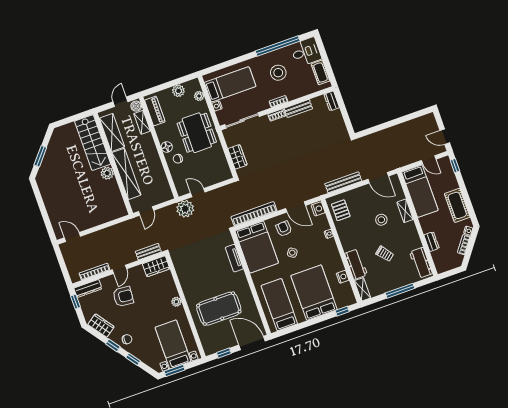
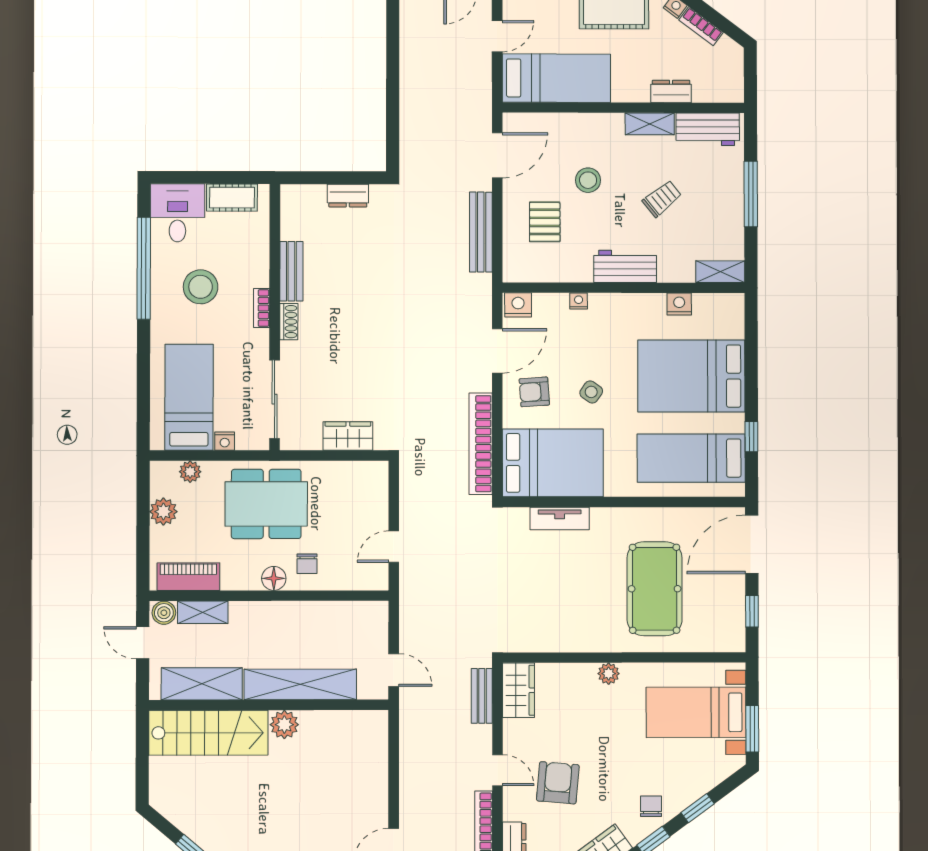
dresser: (332, 101) -> (348, 196), moved
plant: (185, 209) -> (419, 585), removed
pallet: (341, 210) -> (545, 222), moved, turned 90
shelving: (405, 211) -> (650, 124), moved
workbench: (356, 264) -> (625, 266), moved
window: (342, 311) -> (751, 437), moved

